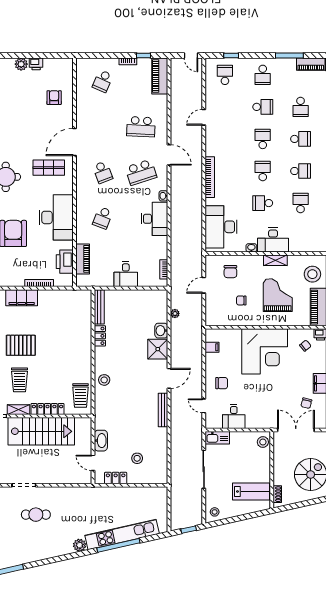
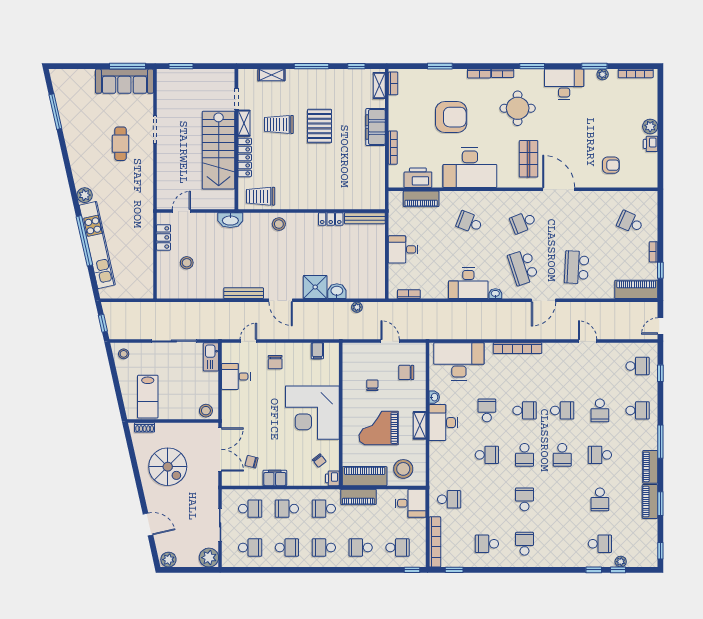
school desk: (263, 75) -> (638, 410), turned 180
grand piano: (278, 295) -> (379, 428), turned 180
washbasin: (101, 441) -> (230, 220), moved

